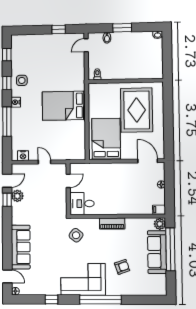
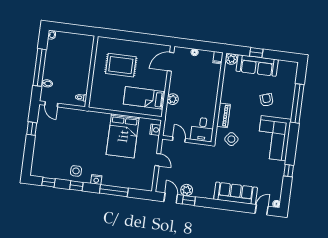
window: (122, 28) -> (40, 67), width x2.11
bed: (64, 106) -> (123, 136), moved
rug: (137, 110) -> (121, 65), width x0.73, depth x0.69
bed: (106, 139) -> (144, 98), width x0.67
nightstand: (23, 156) -> (155, 130), moved
door: (44, 162) -> (158, 160), swing flipped
plant: (109, 169) -> (173, 99), added
piano: (112, 223) -> (223, 115), moved
window: (170, 249) -> (256, 53), width x0.32
window: (100, 300) -> (297, 103), moved

